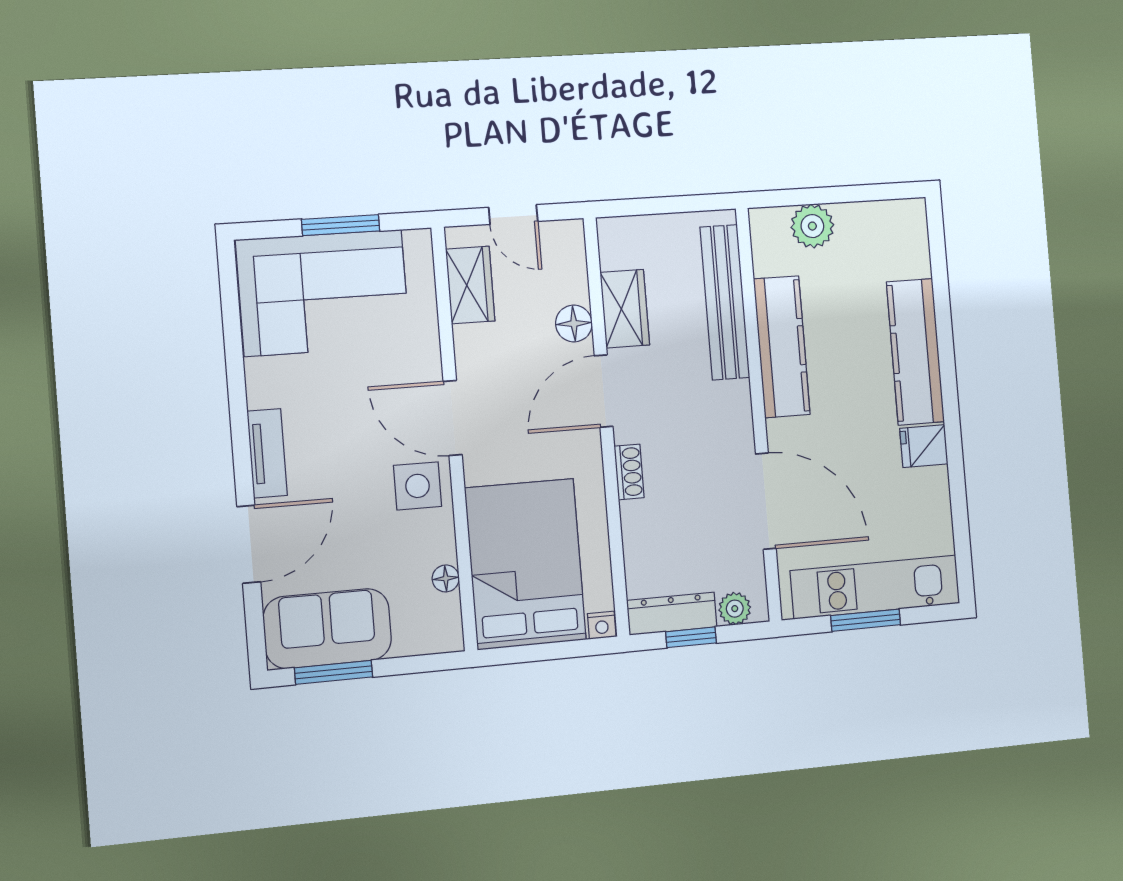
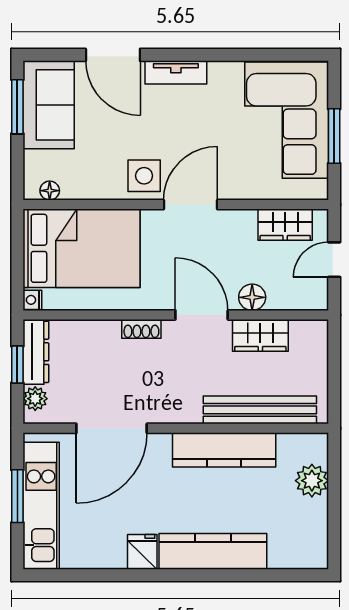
floor lamp: (446, 578) -> (50, 191), moved

